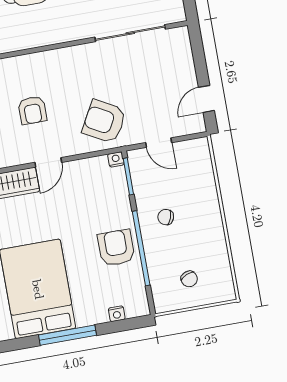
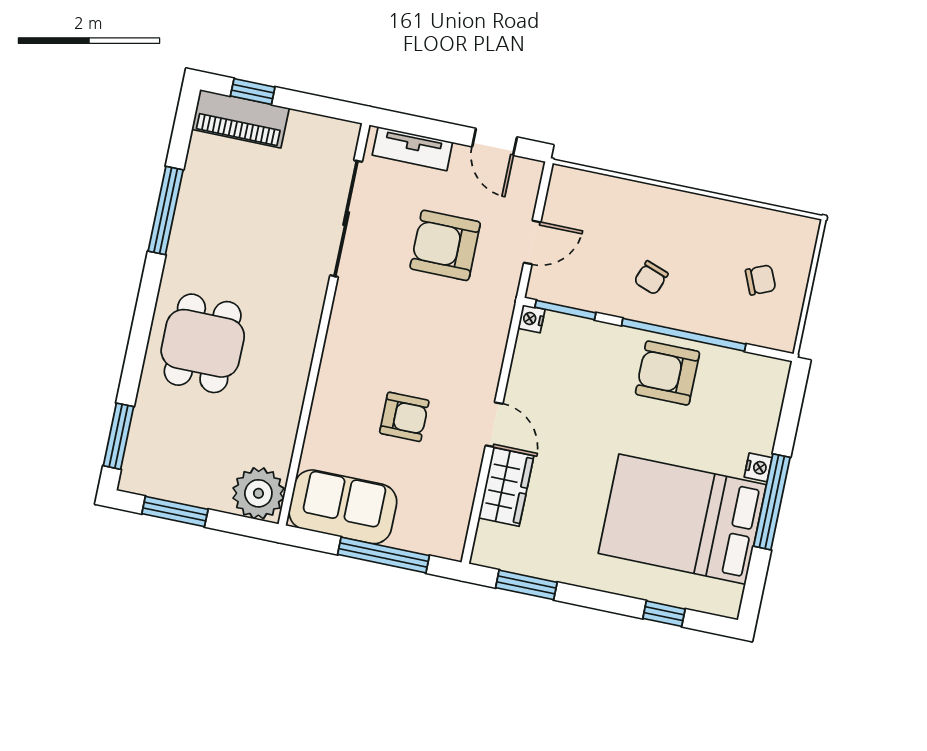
tv unit: (184, 55) -> (412, 149), added
armchair: (104, 121) -> (445, 245), moved, turned 61
nightstand: (117, 314) -> (758, 467), moved

